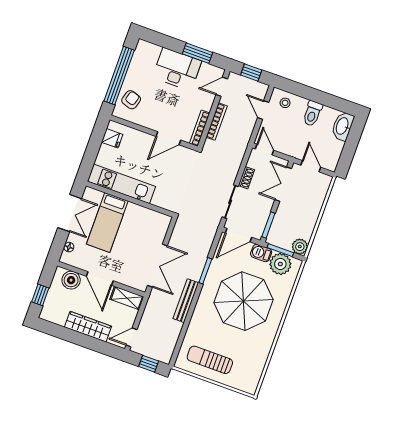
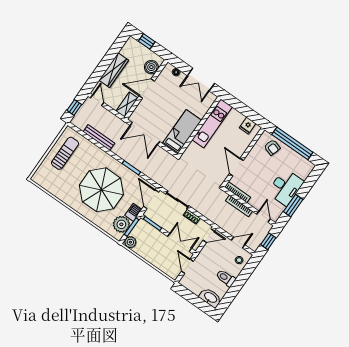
door: (311, 166) -> (187, 266), swing flipped
bed: (107, 223) -> (182, 132), moved, turned 90
bench: (186, 301) -> (99, 137), moved

